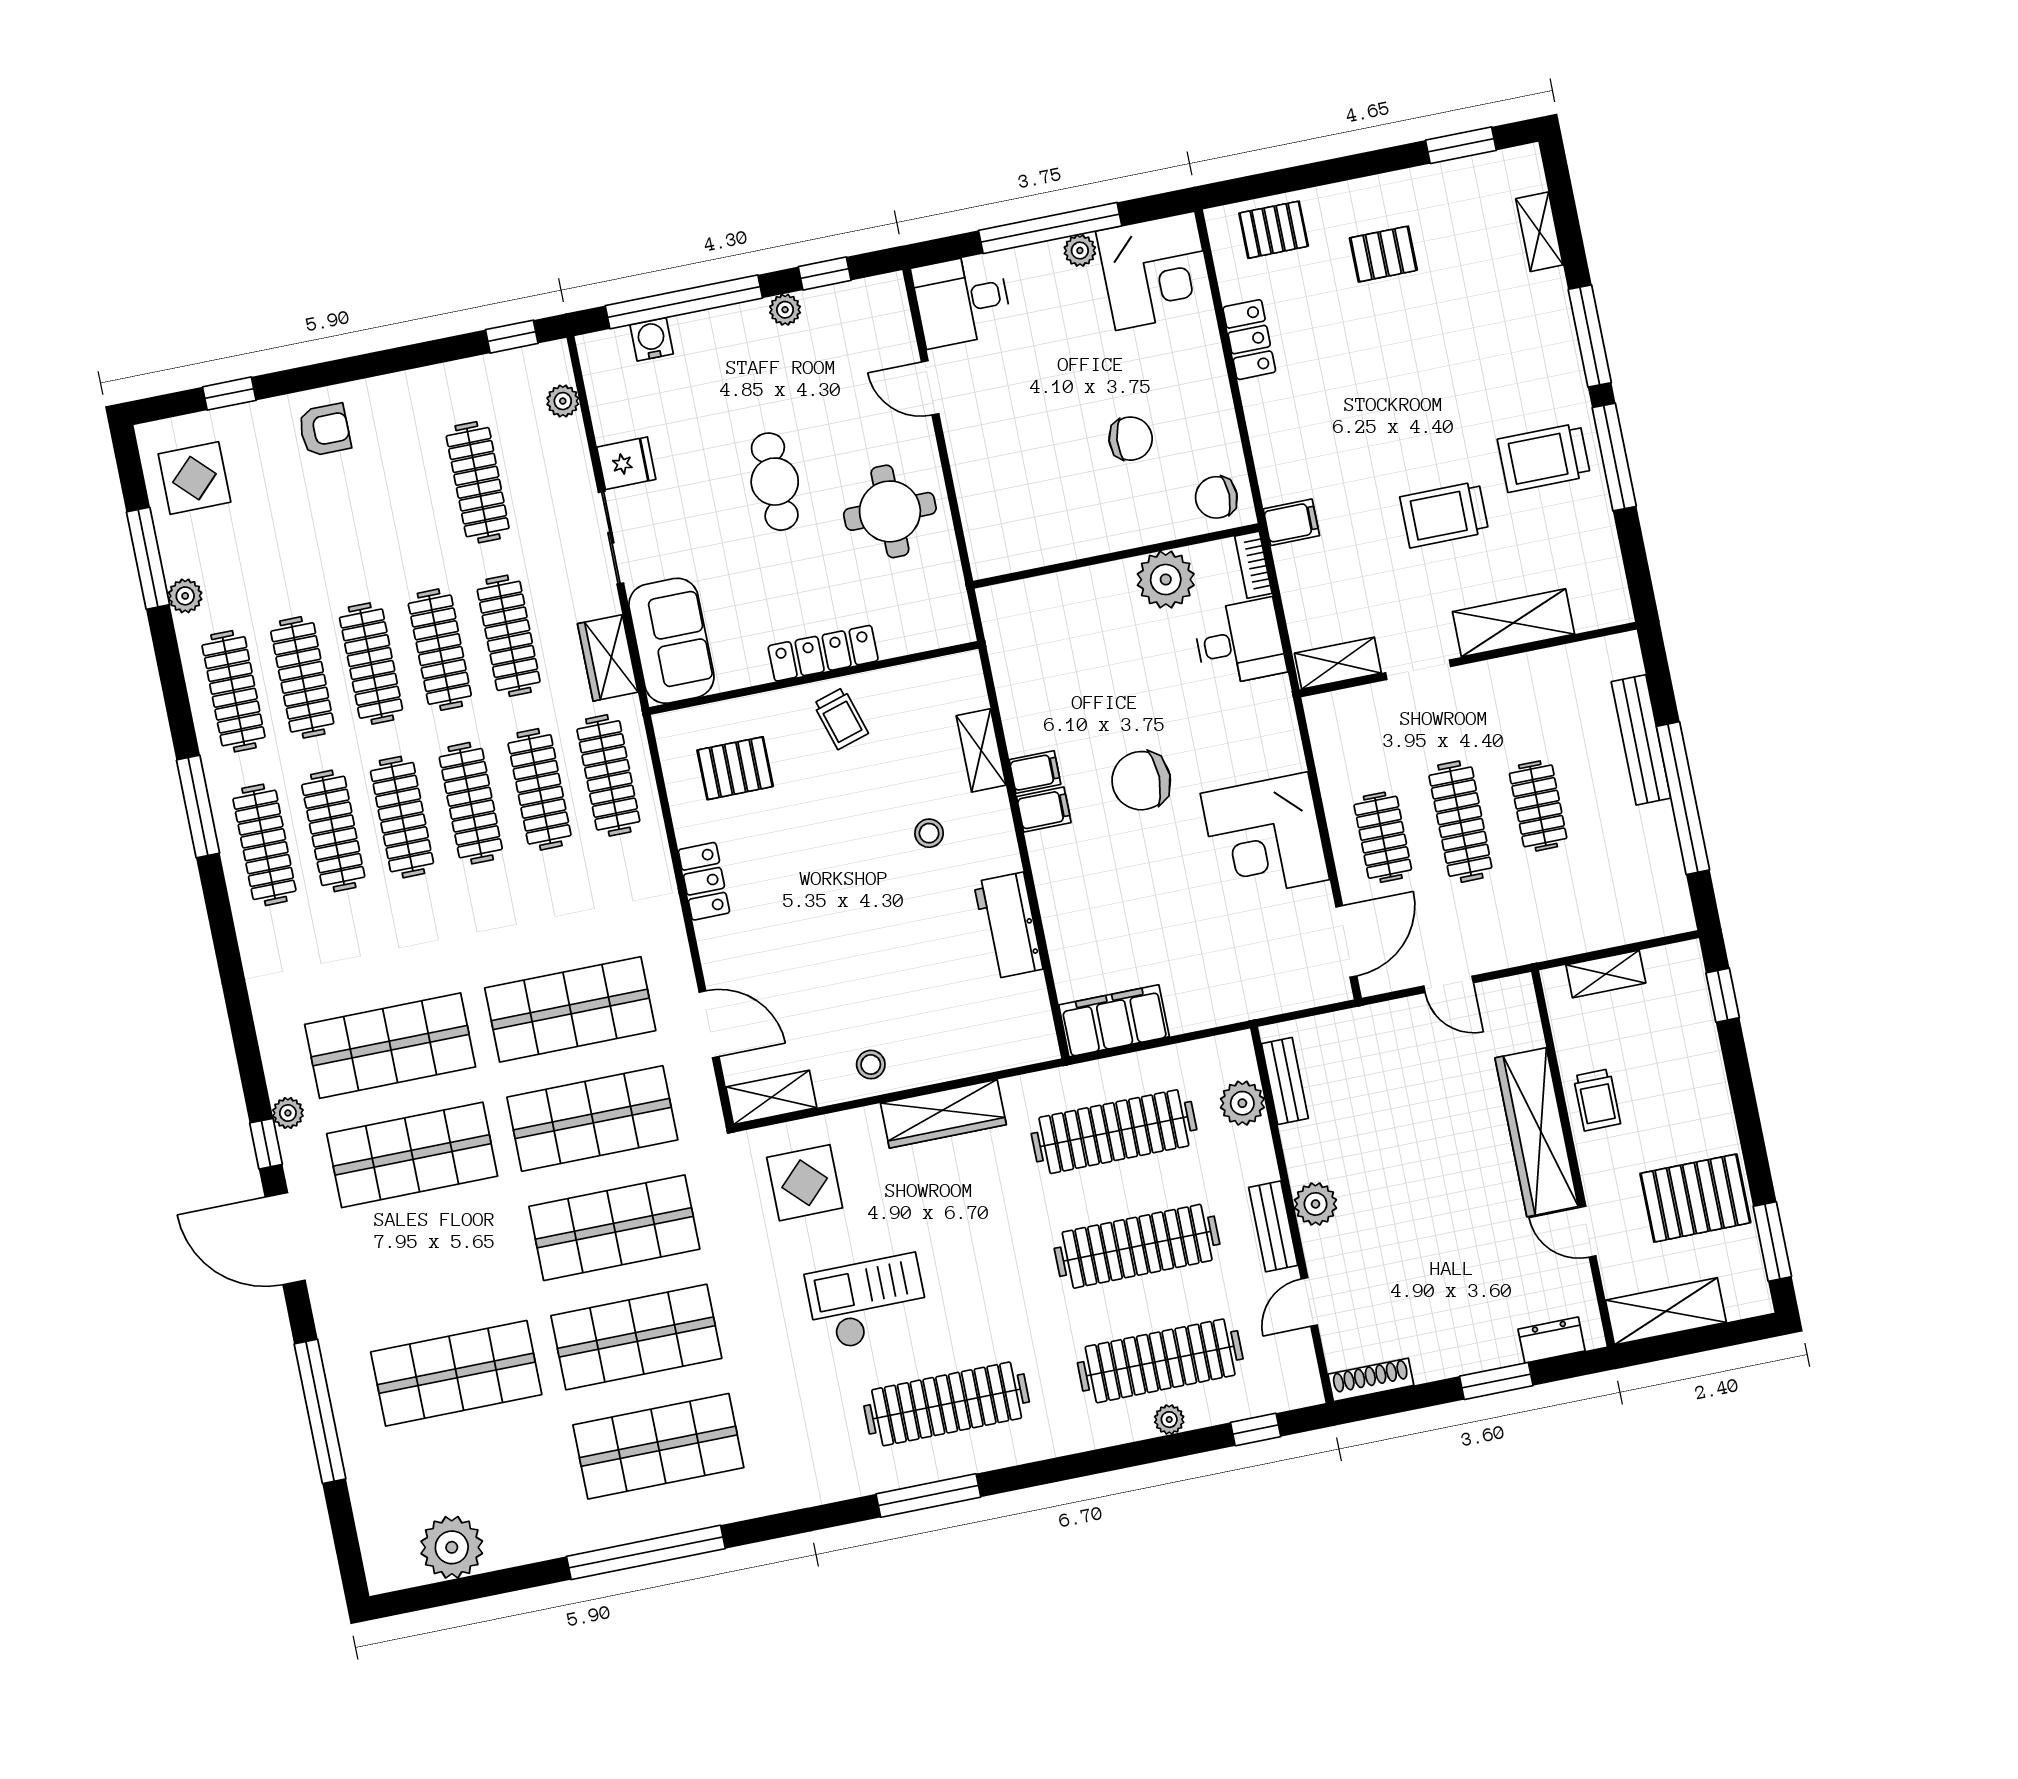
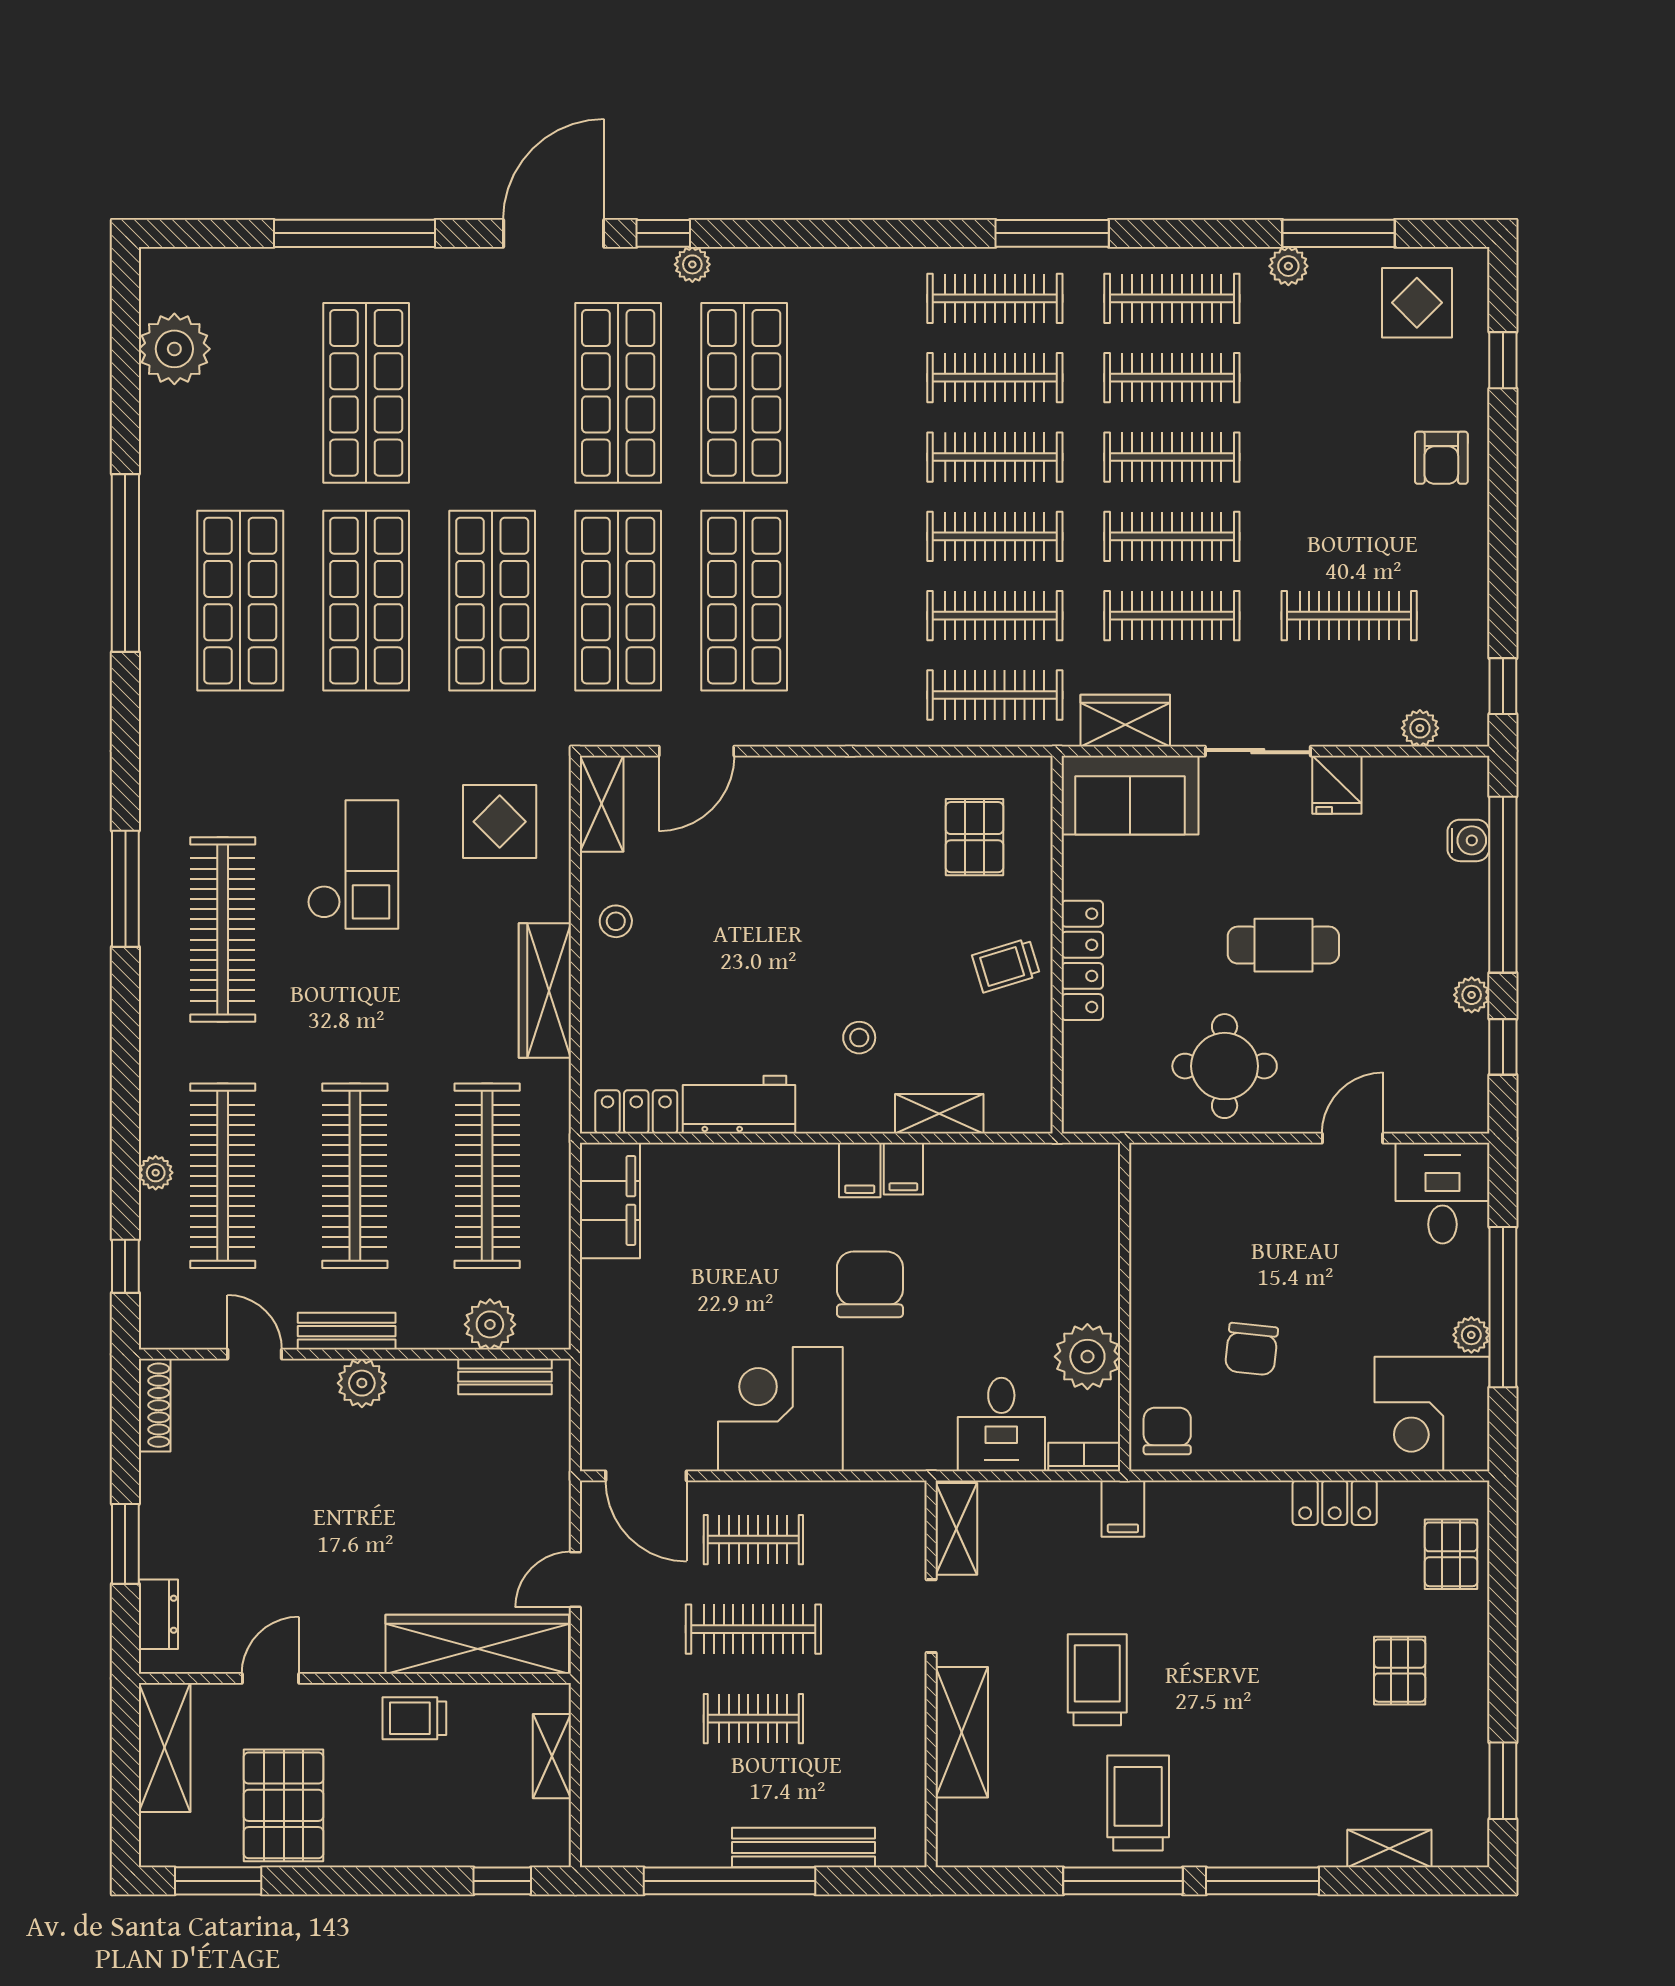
locker: (704, 881) -> (636, 1112), moved, turned 180
wardrobe: (1537, 1132) -> (477, 1644), moved

